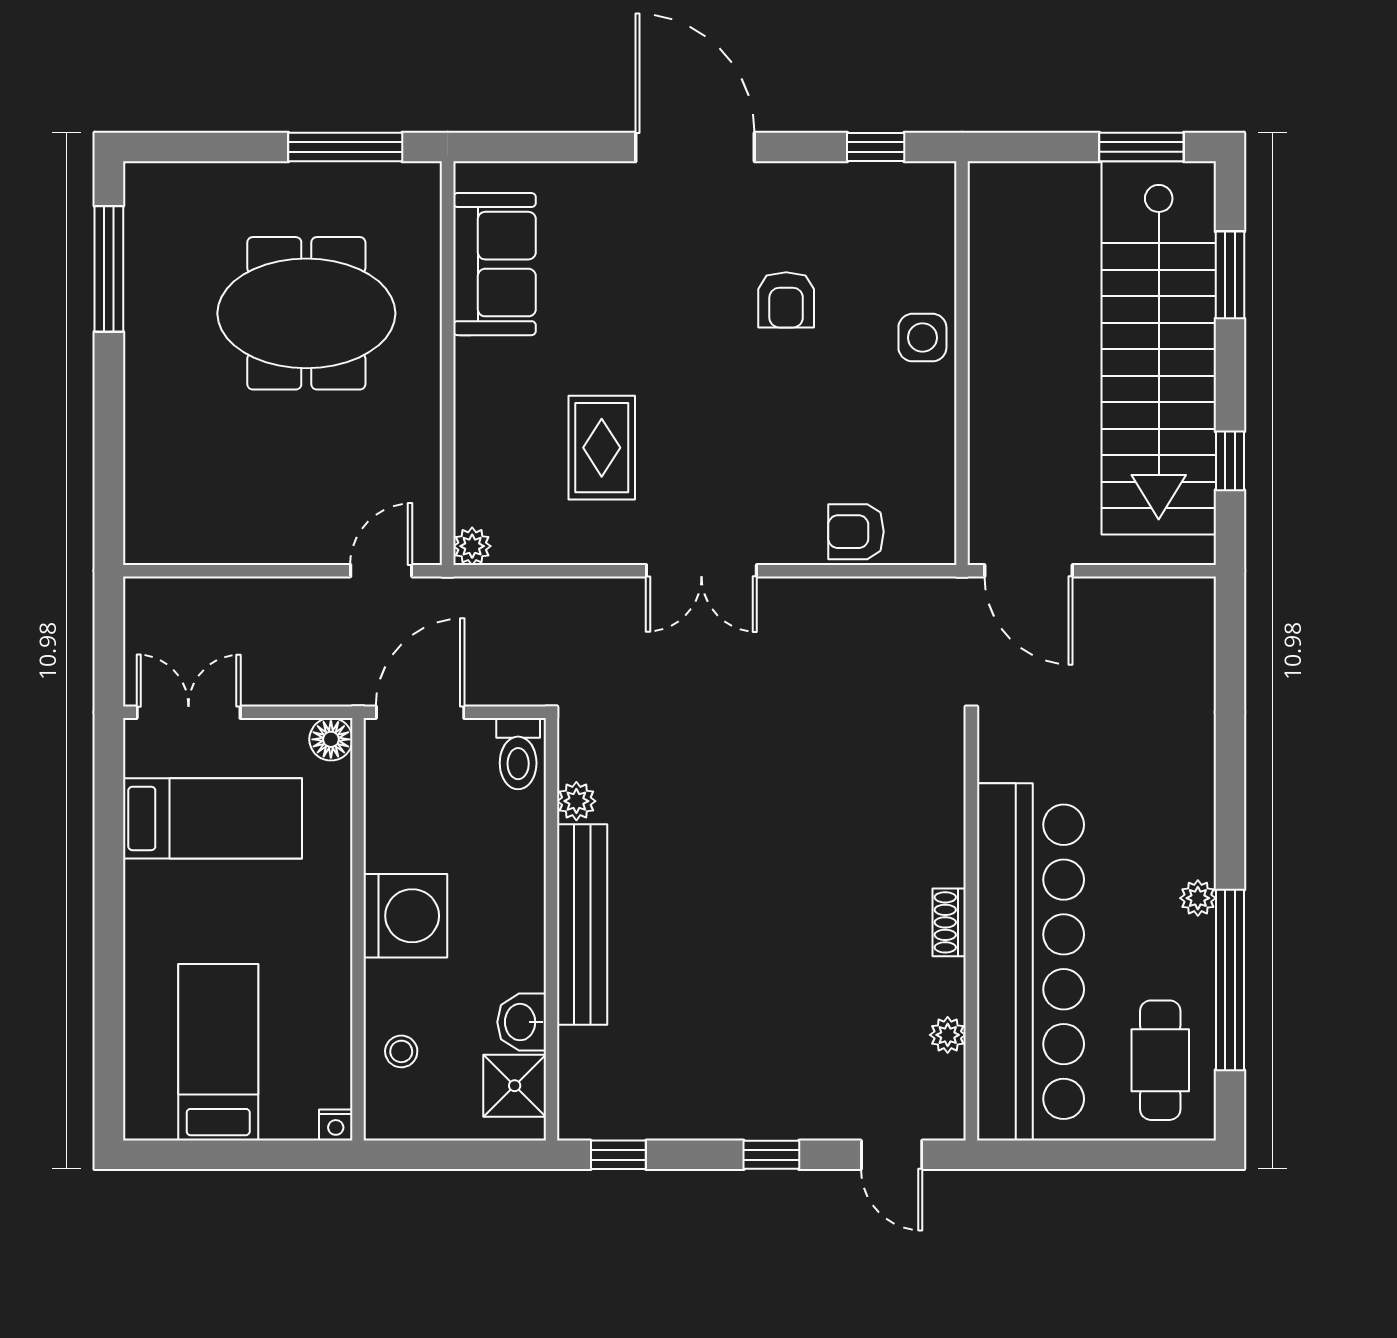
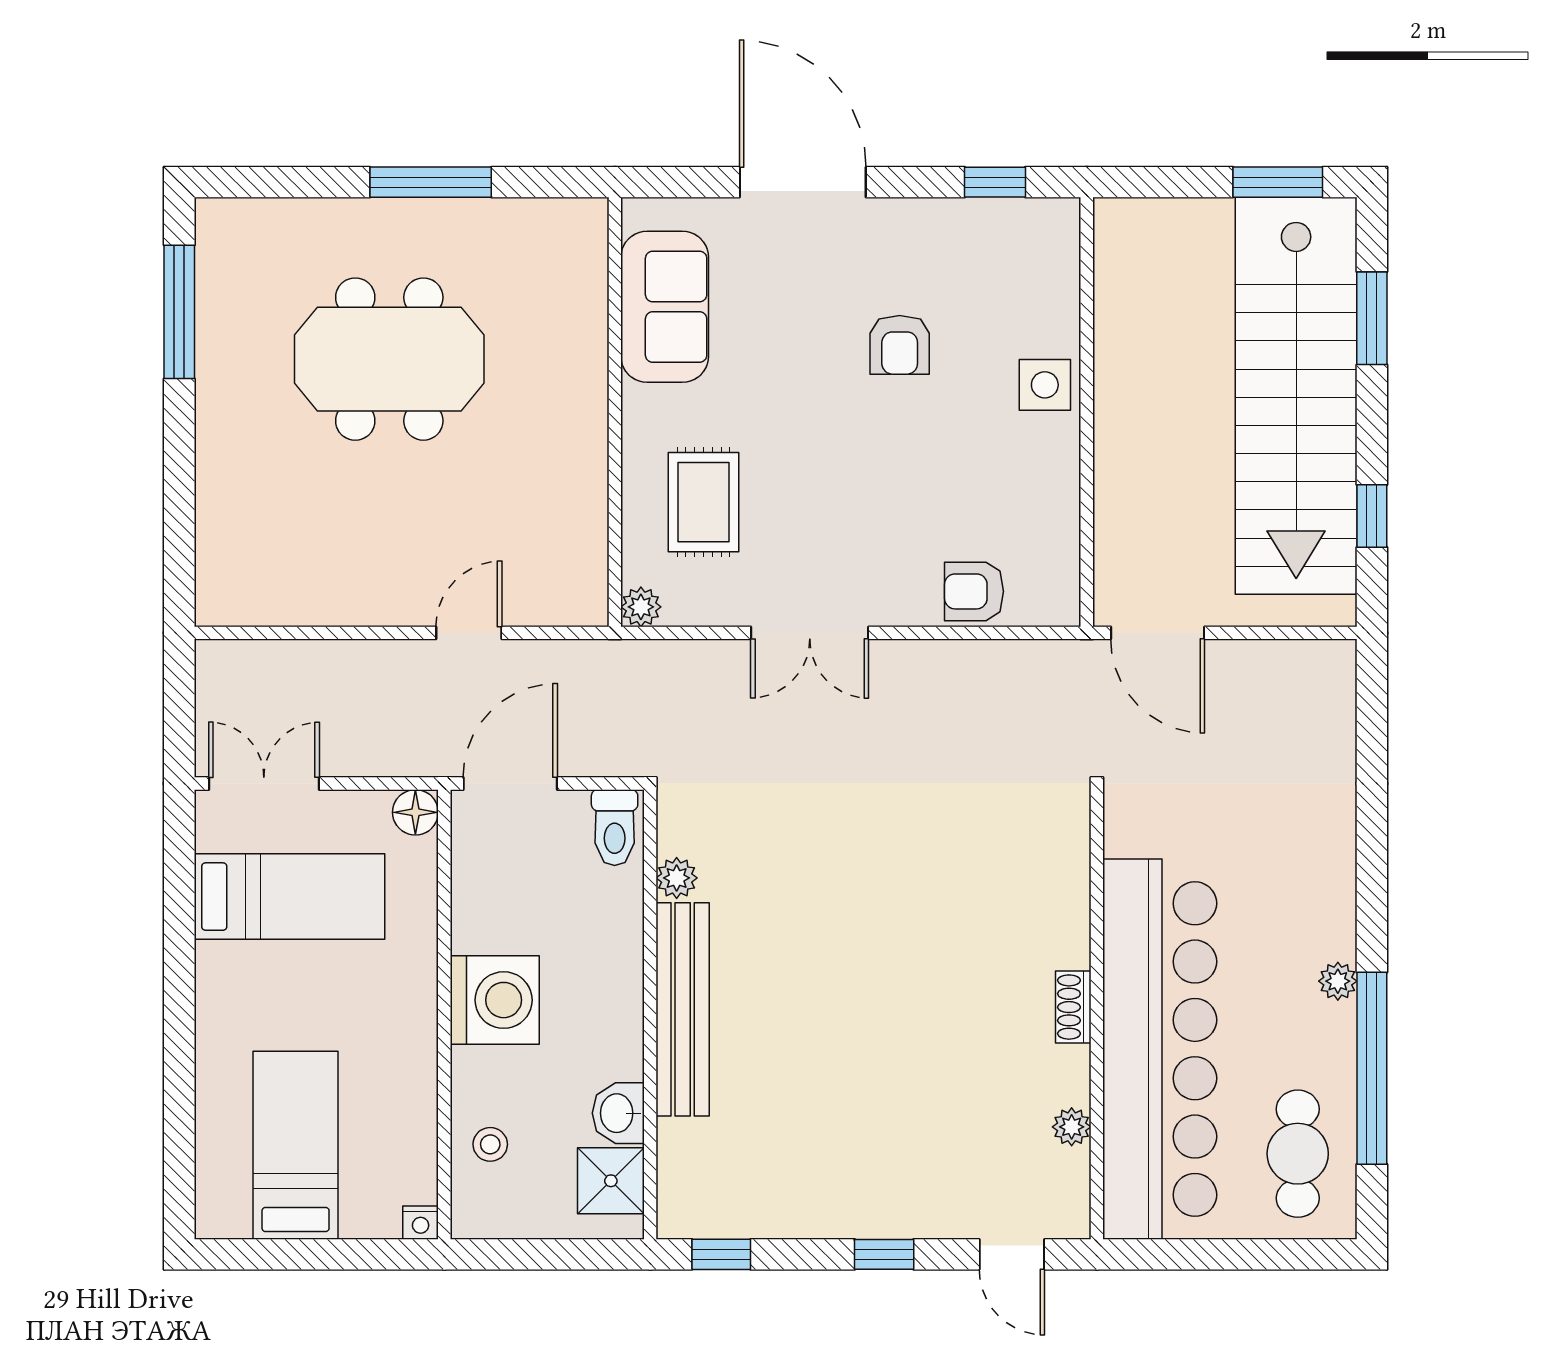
sofa: (494, 264) -> (665, 307), moved
wall: (448, 363) -> (615, 412), moved
plant: (472, 546) -> (641, 607), moved

